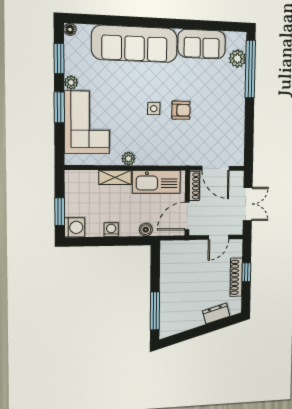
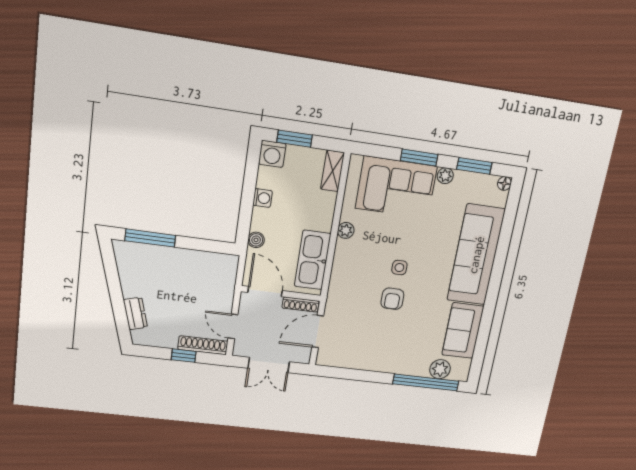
shelving: (115, 177) -> (333, 171), moved
shoe rack: (236, 277) -> (203, 345), moved

